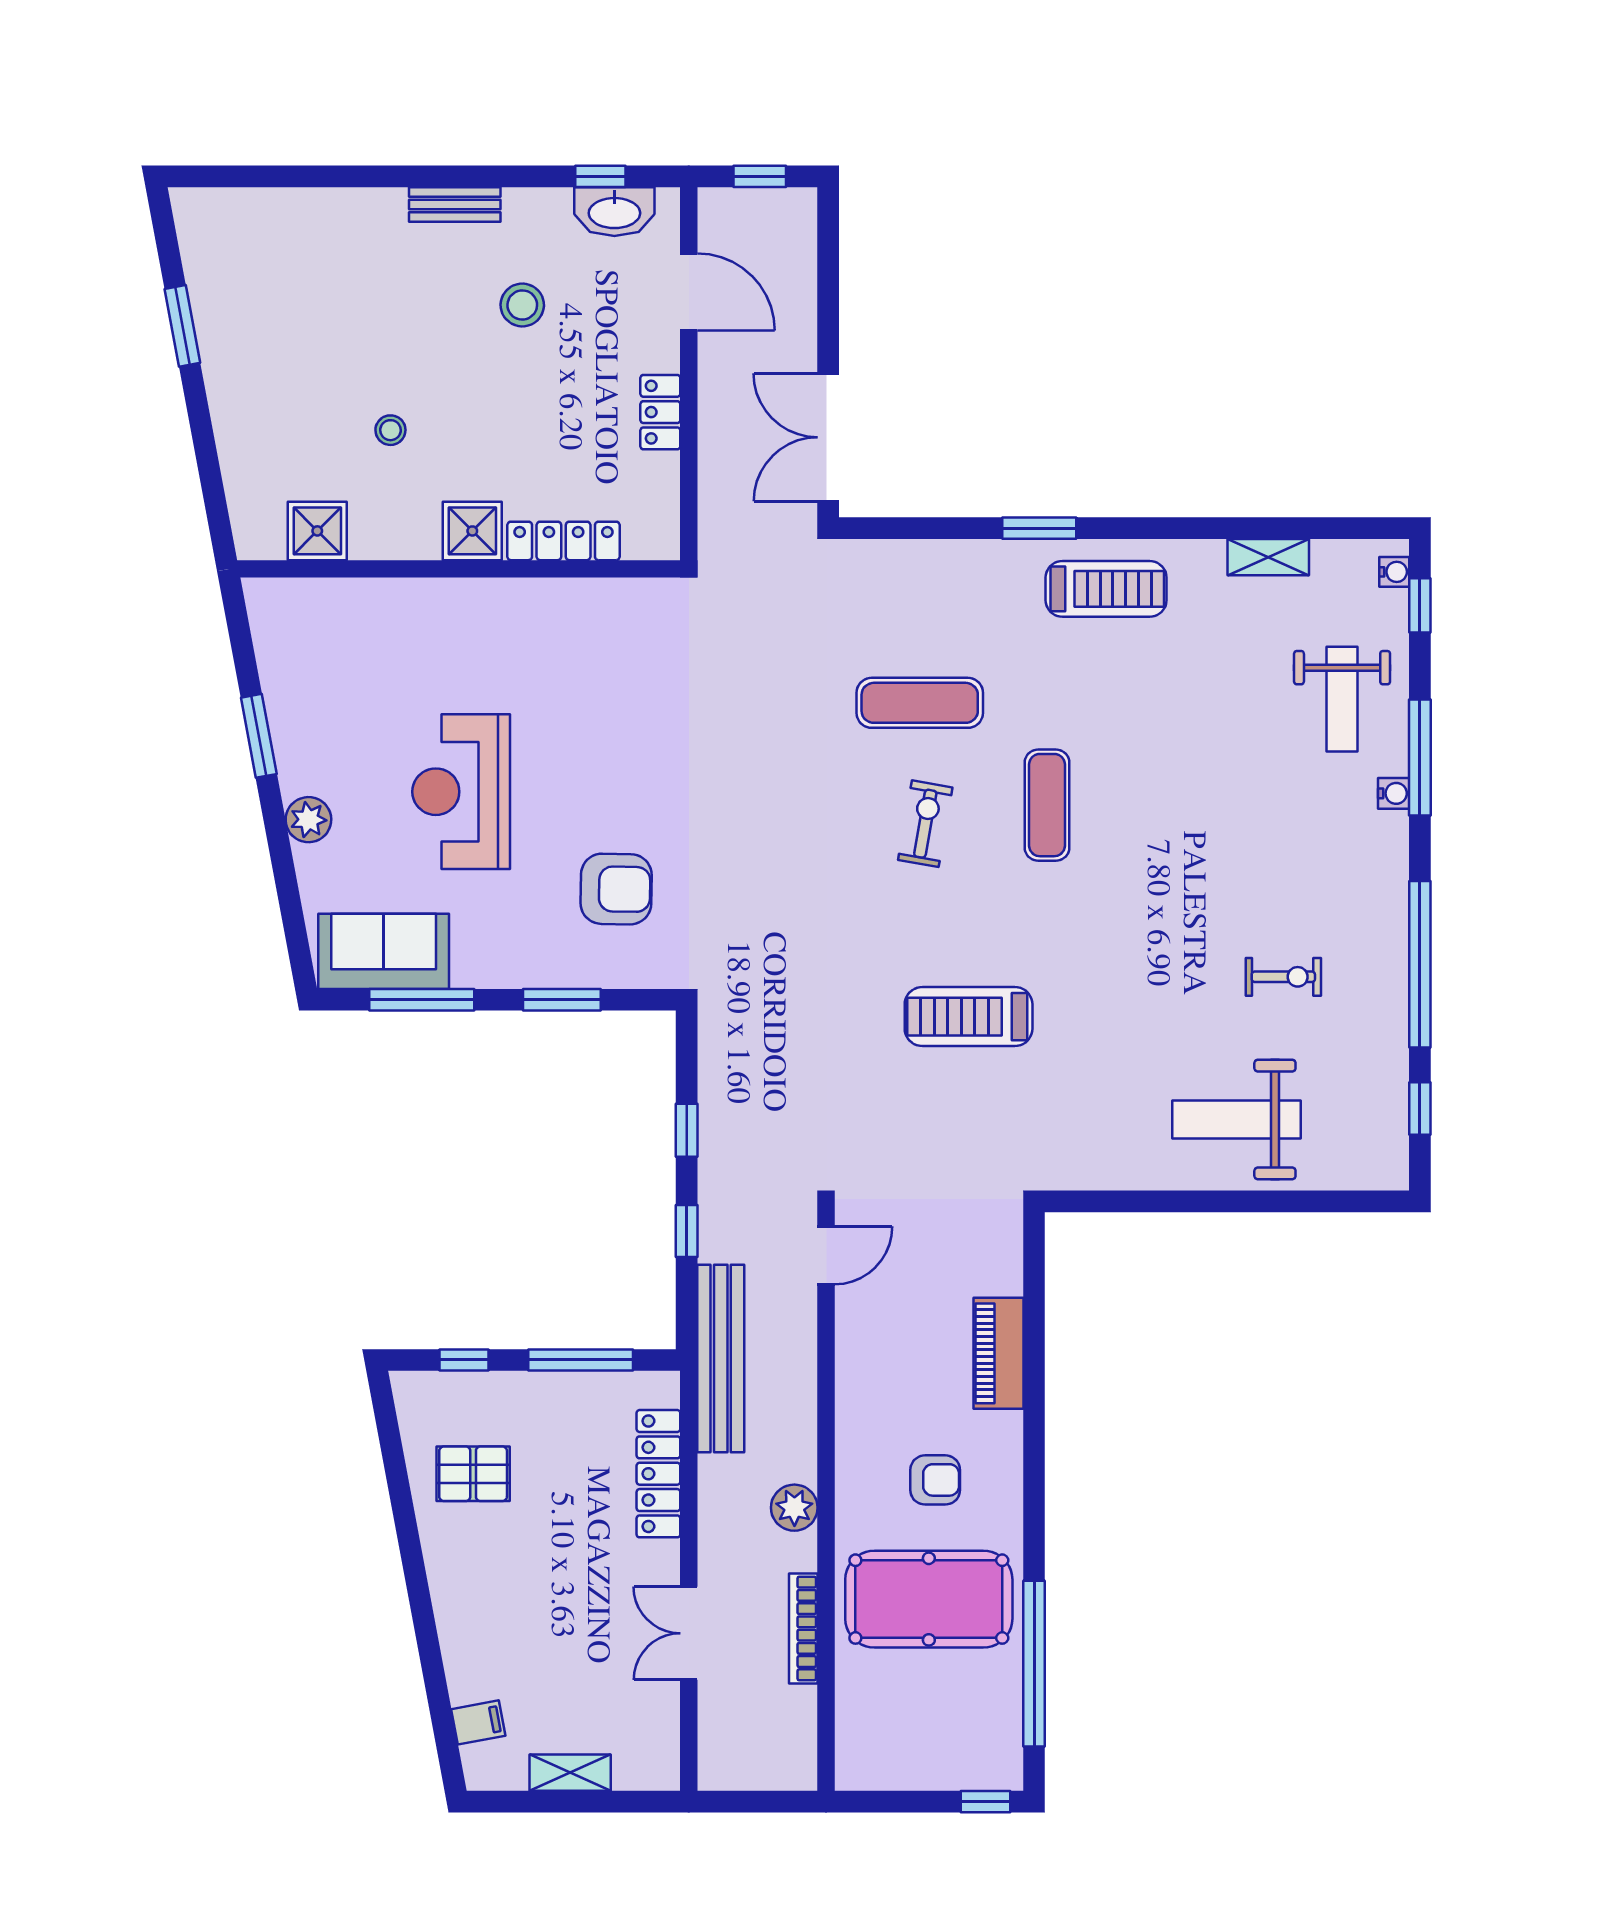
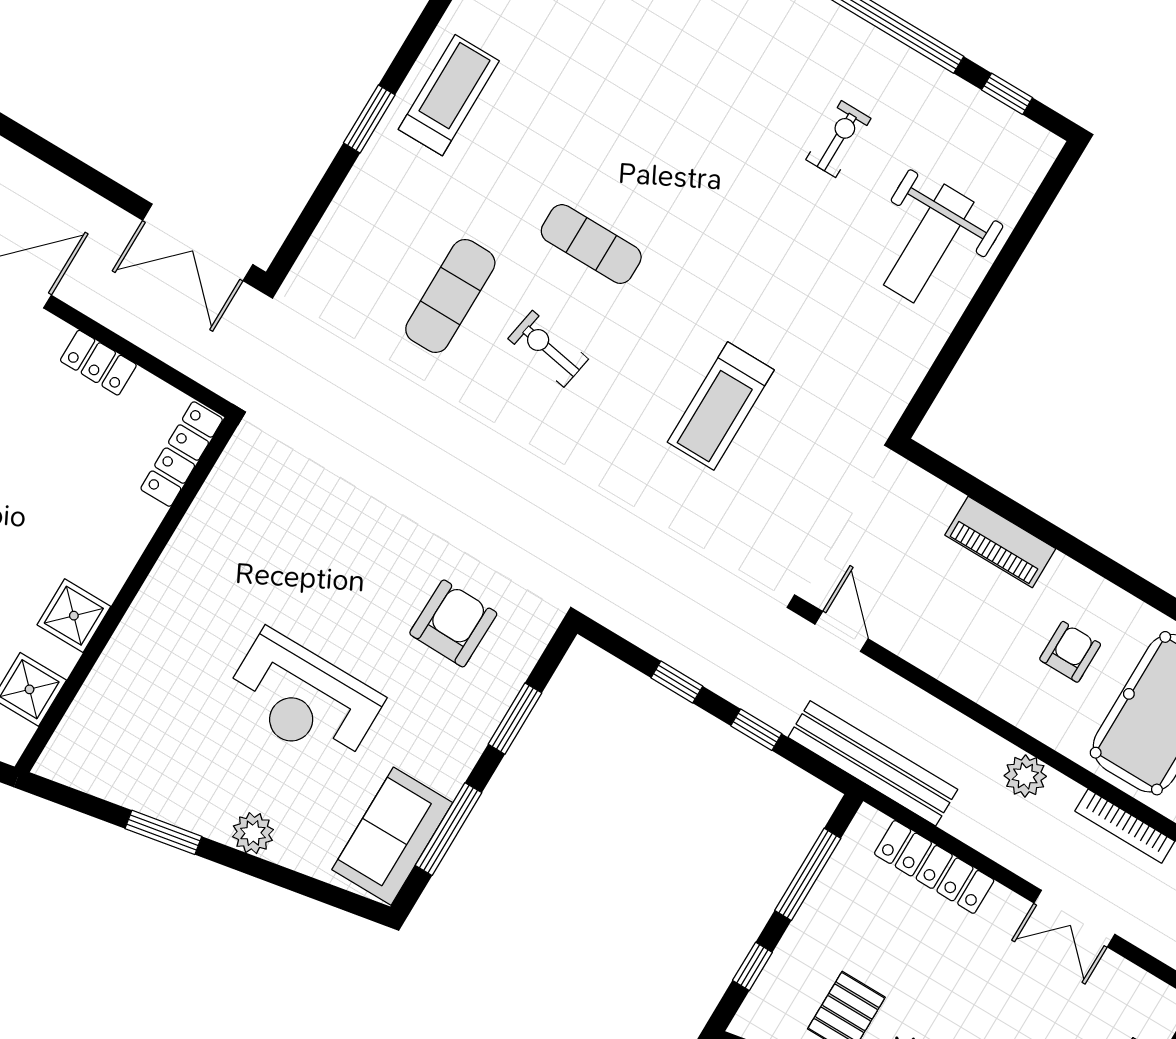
shower: (472, 531) -> (74, 616), moved
locker: (563, 541) -> (182, 454), moved

